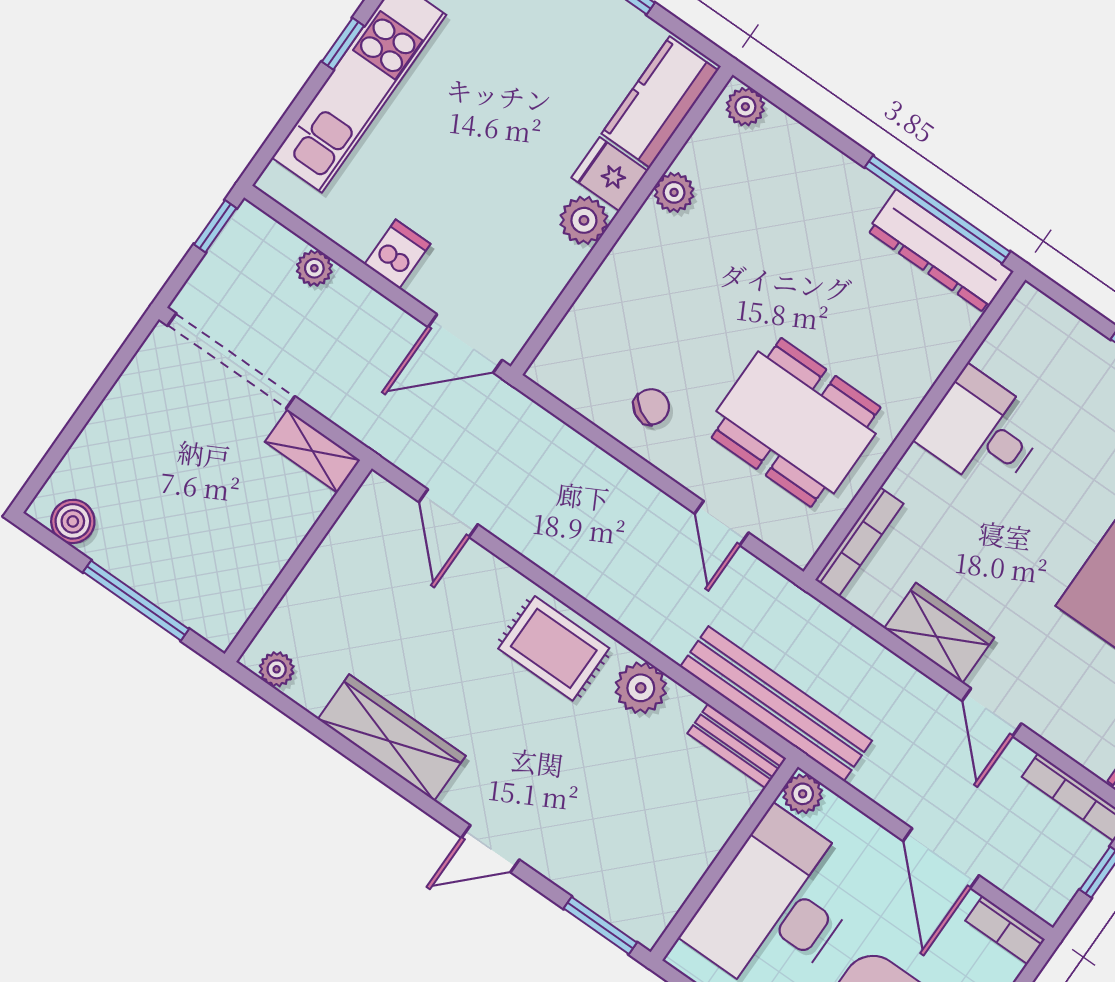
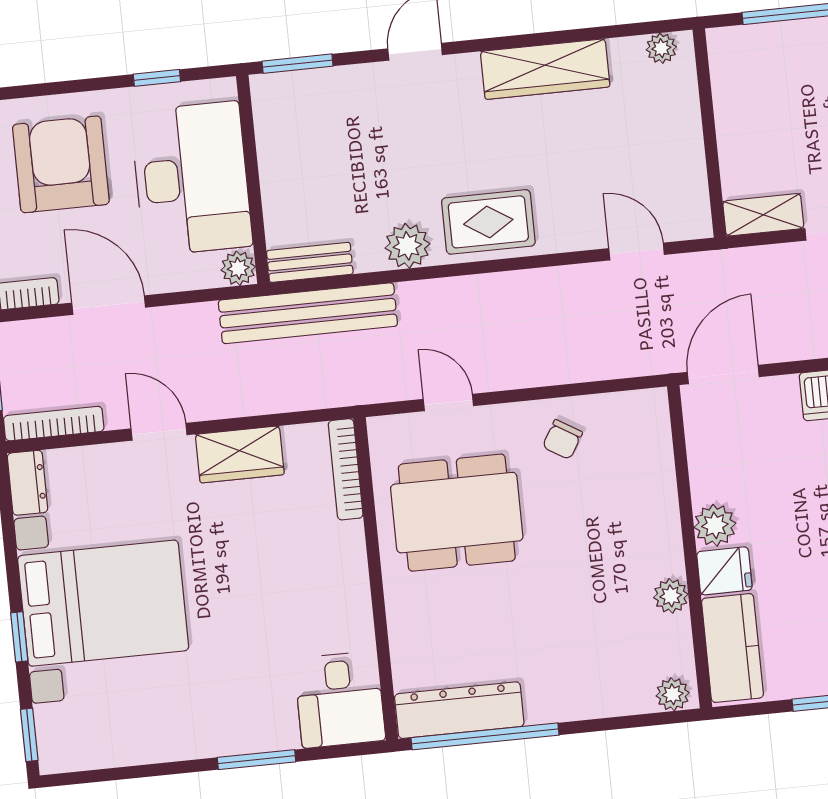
desk: (982, 431) -> (340, 699), moved, turned 90

